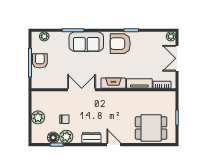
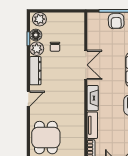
armchair: (40, 61) -> (116, 21), turned 88
plant: (38, 117) -> (39, 19), moved
dresser: (91, 138) -> (35, 71), width x1.44

